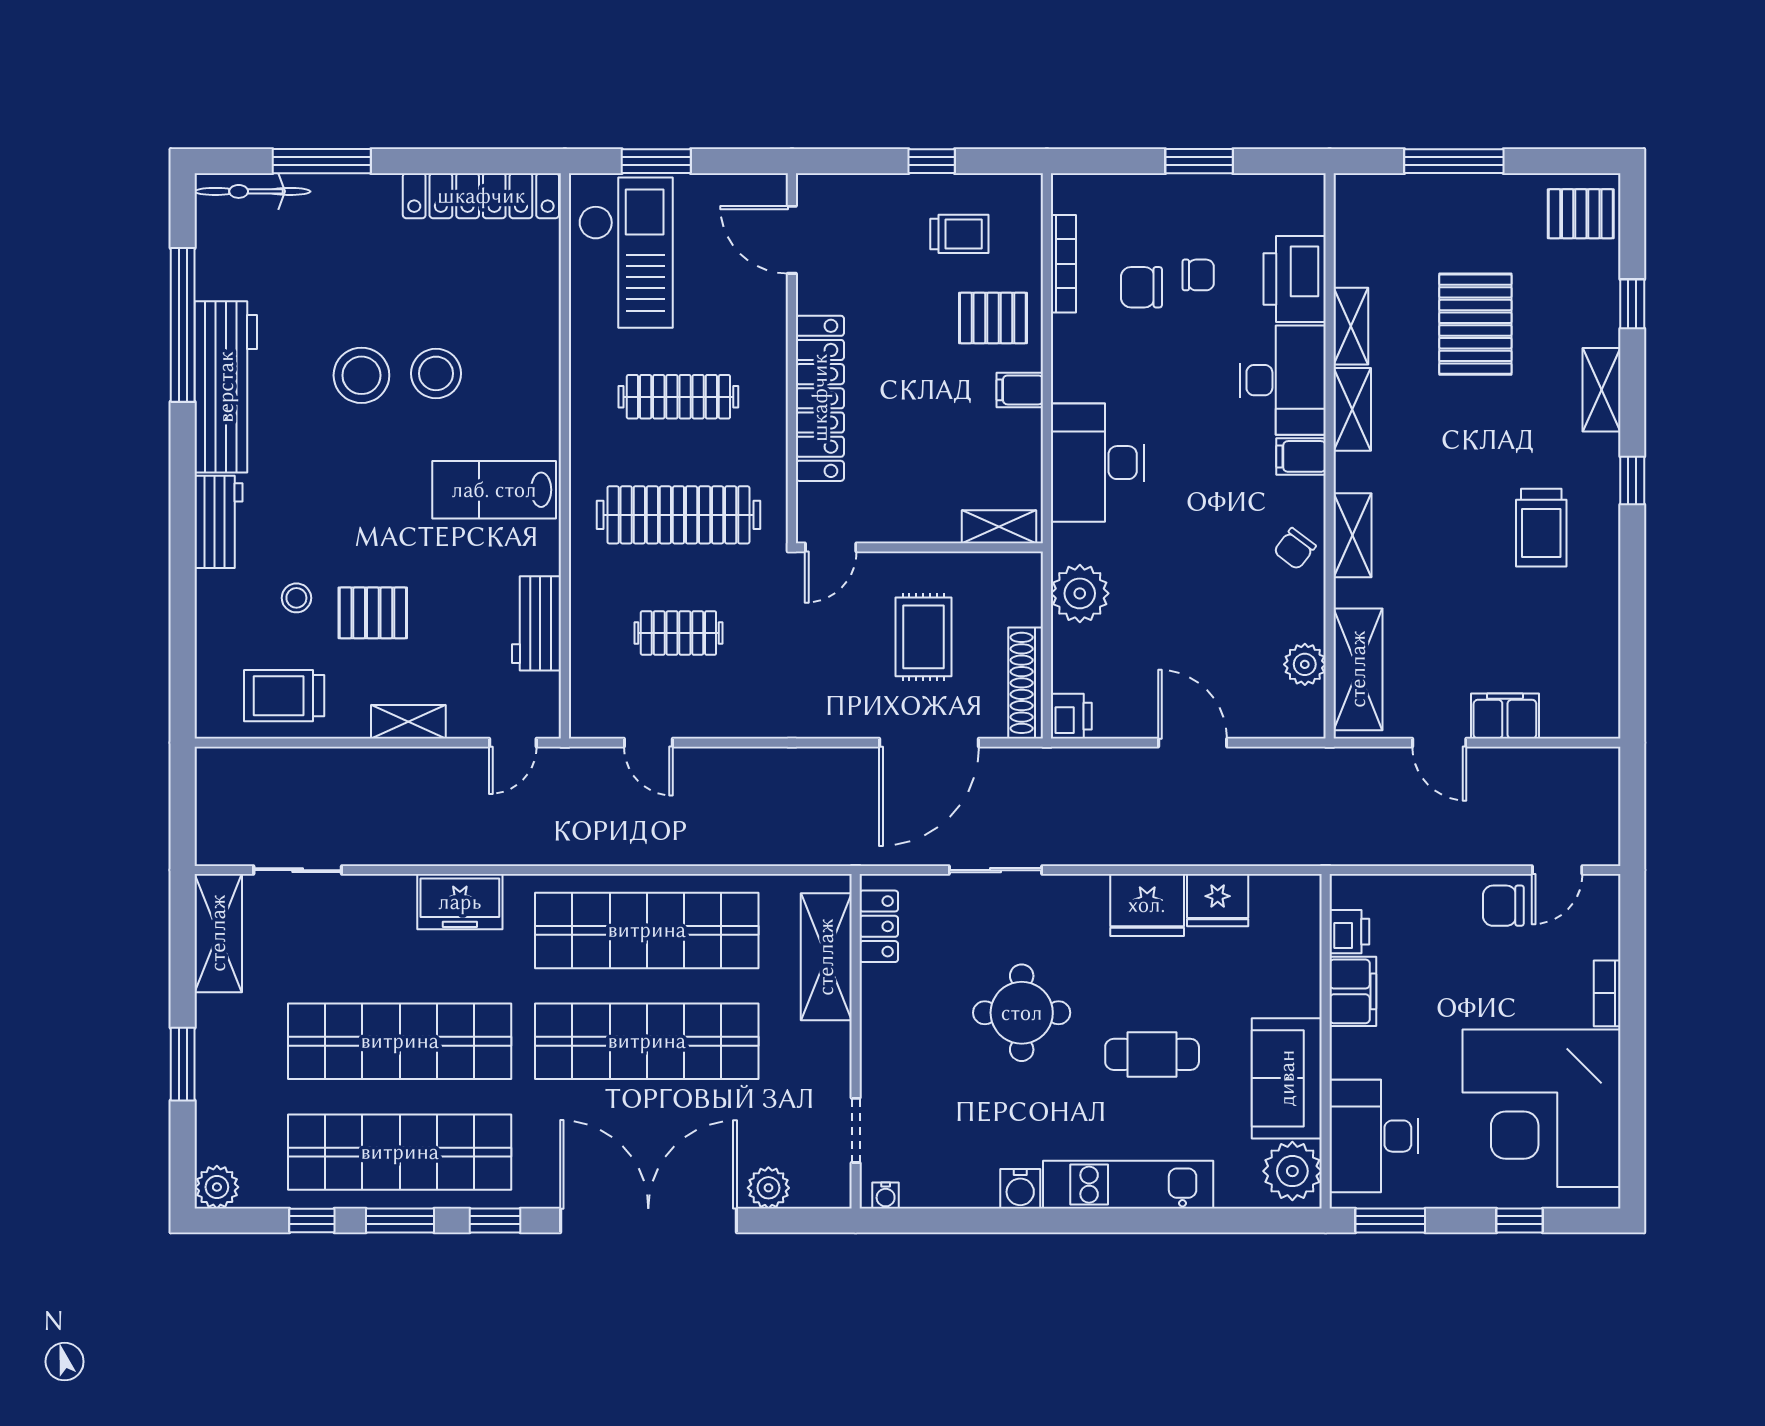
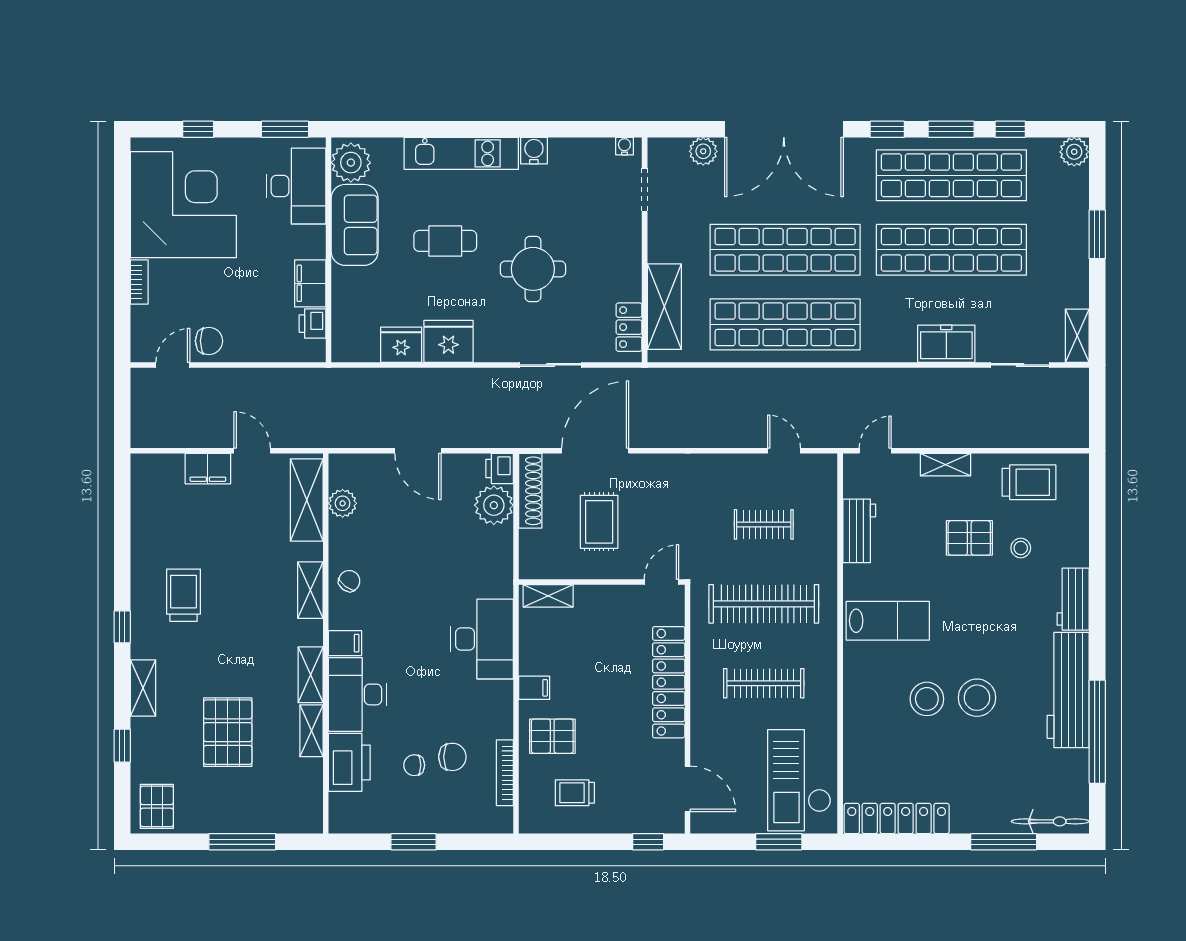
window: (932, 161) -> (648, 842), moved
pallet: (1581, 214) -> (157, 806), turned 90
plant: (1080, 593) -> (494, 505), moved
freezer: (460, 902) -> (946, 344), moved
shelving: (218, 933) -> (1077, 336), width x0.67, depth x0.75

